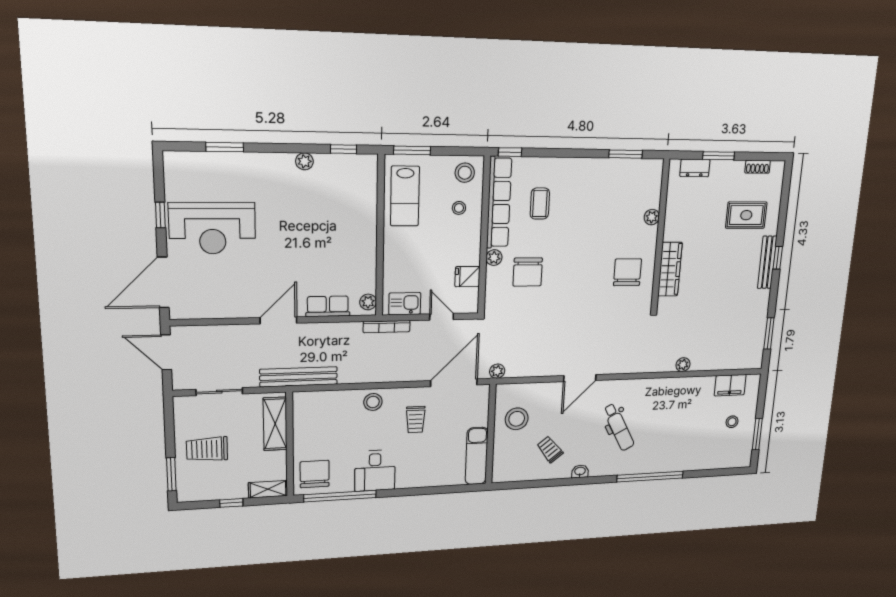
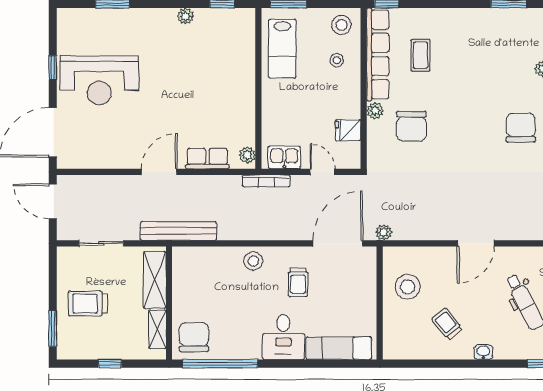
exam couch: (477, 456) -> (339, 348), moved, turned 90
desk: (375, 471) -> (283, 337), moved
shelving: (268, 489) -> (157, 329), moved, turned 90

